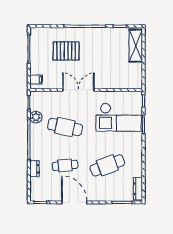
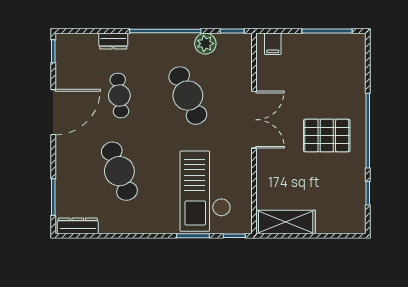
shelving: (136, 46) -> (286, 222), moved
pallet: (66, 51) -> (327, 136), moved, turned 90
cafe table: (65, 127) -> (188, 96), turned -36

